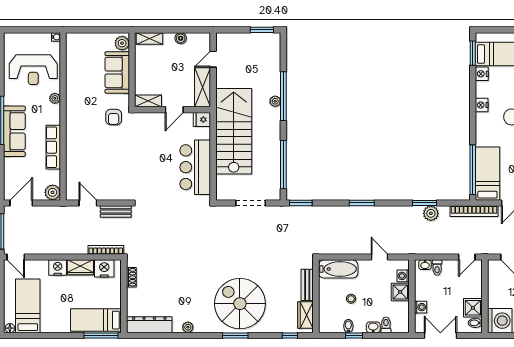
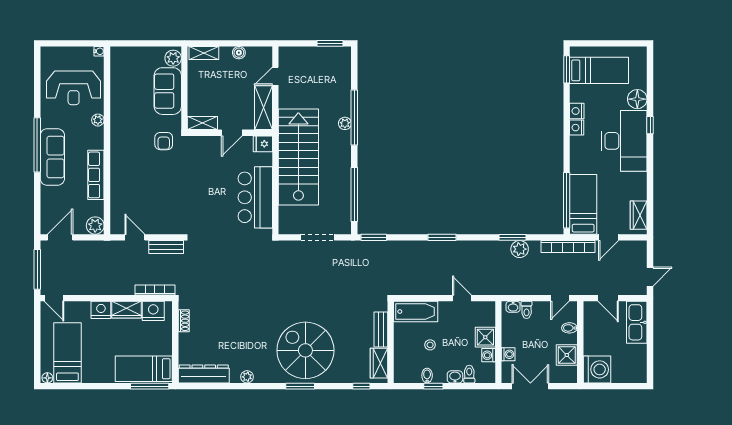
nightstand: (482, 74) -> (577, 111), moved
washing machine: (403, 276) -> (489, 355), moved
bidet: (475, 323) -> (569, 328), moved

